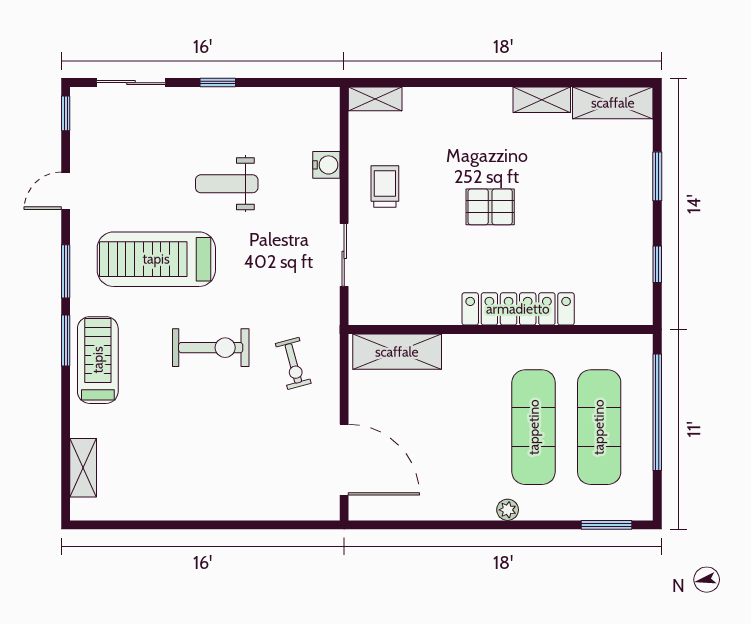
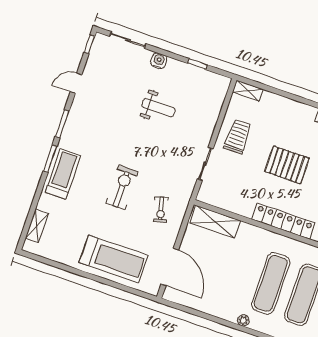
window: (218, 83) -> (197, 64), moved
water cooler: (326, 165) -> (159, 61), moved, turned -90
weight bench: (227, 184) -> (158, 108), turned 180
trolley: (385, 186) -> (238, 136), width x1.36, depth x1.39
pallet: (490, 207) -> (287, 165), width x1.50, depth x1.42
treadmill: (156, 259) -> (114, 259), moved, turned 180
exercise bike: (211, 348) -> (122, 187), turned -90

